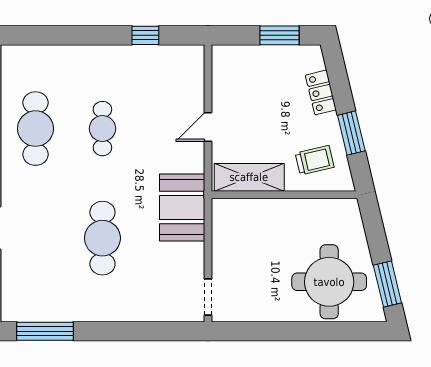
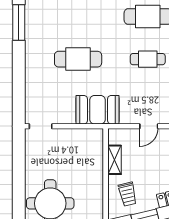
door: (208, 127) -> (149, 126), swing flipped
shelving: (249, 177) -> (114, 160), width x0.67, depth x0.75

